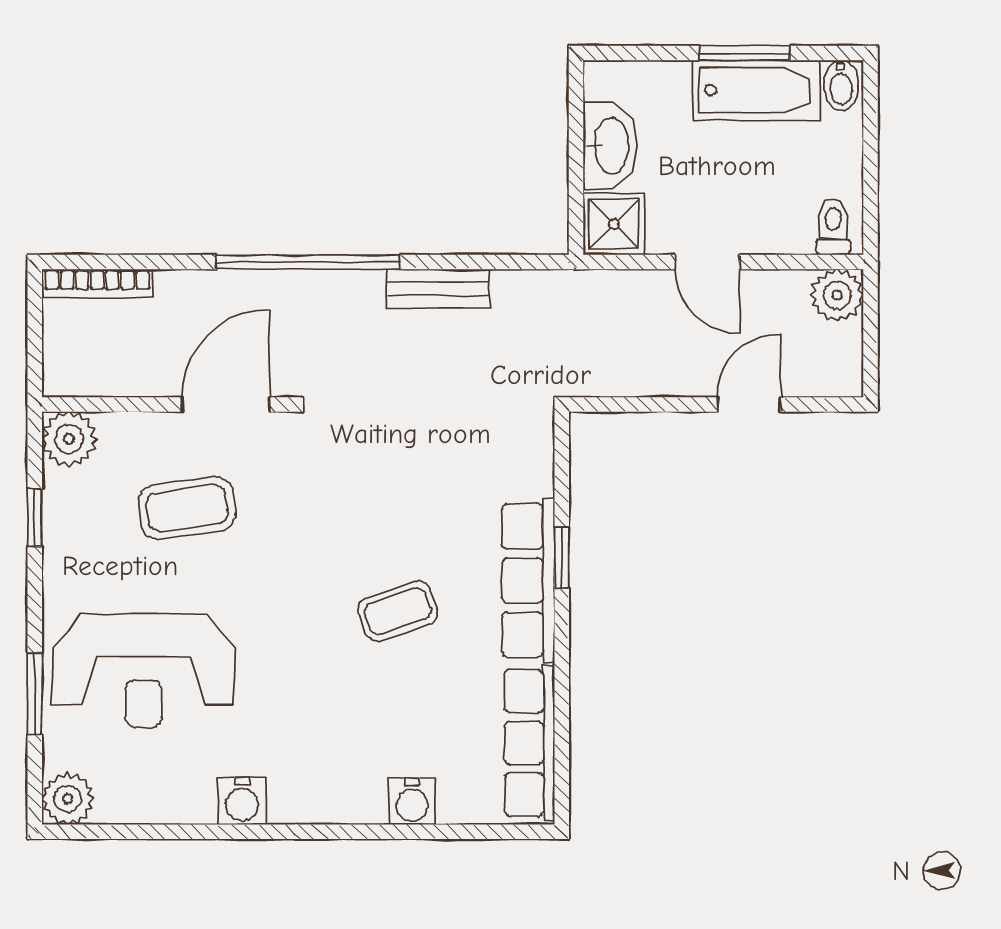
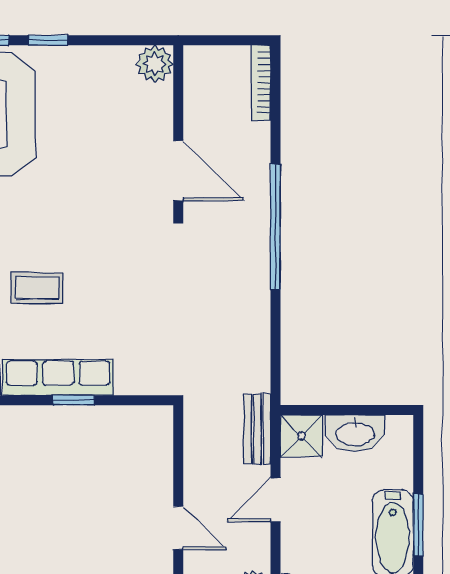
bench: (438, 289) -> (257, 429), moved
coffee table: (187, 508) -> (107, 144), removed
window: (35, 518) -> (48, 40), moved
coffee table: (398, 611) -> (37, 288), turned -71

